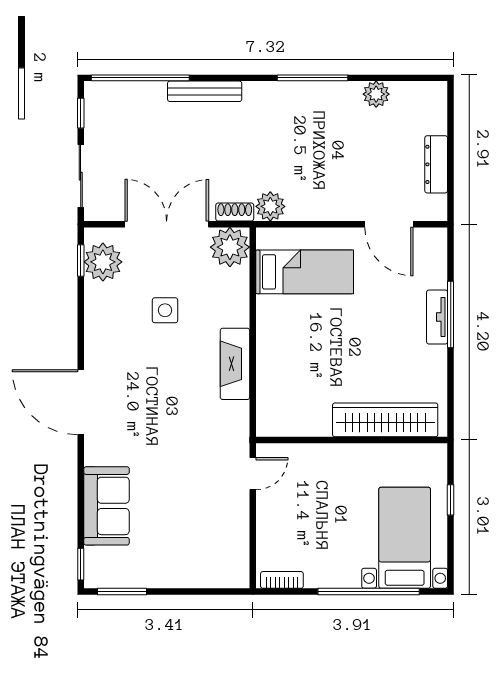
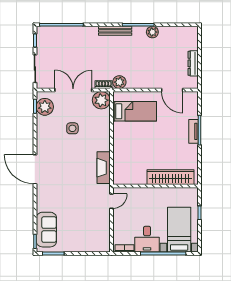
bench: (205, 91) -> (115, 31), moved
plant: (376, 94) -> (152, 32), moved
fireplace: (235, 364) -> (104, 168), moved
sofa: (106, 506) -> (46, 230), moved
desk: (332, 559) -> (147, 239), added

